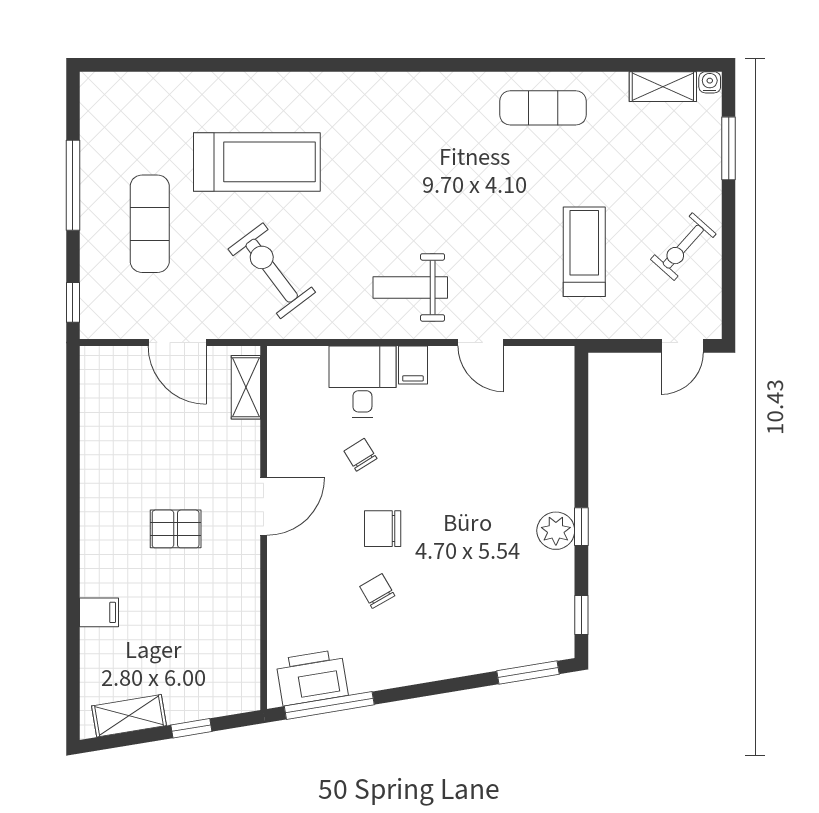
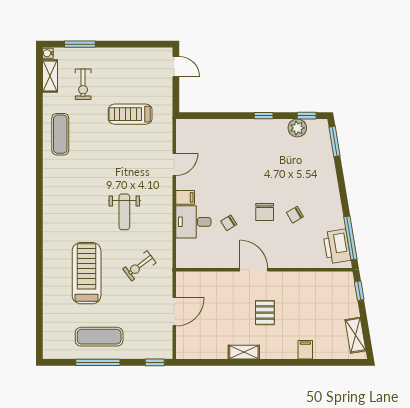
exercise mat: (150, 224) -> (99, 337), moved
exercise bike: (683, 247) -> (83, 84), moved, turned 48
exercise bike: (272, 271) -> (139, 266), width x0.73, depth x0.72
weight bench: (410, 287) -> (124, 212), moved
shelving: (246, 387) -> (244, 352), moved
plant: (556, 531) -> (297, 128), moved
window: (191, 728) -> (359, 291), moved

